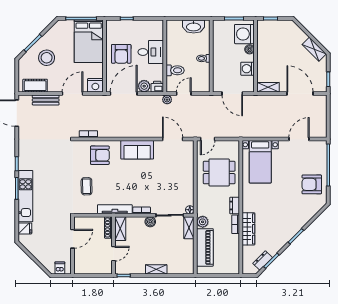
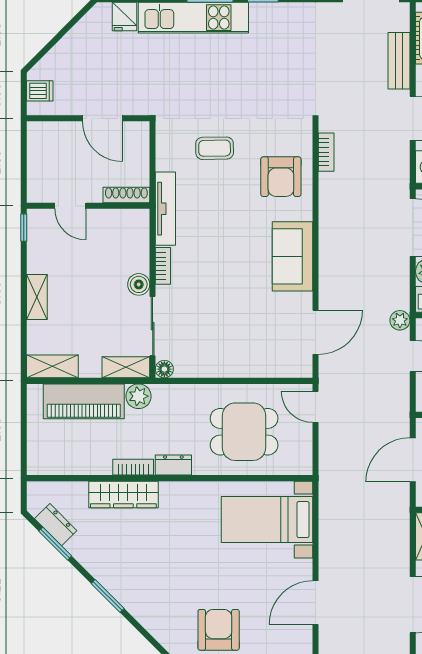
door: (299, 139) -> (315, 603), swing flipped
dining table: (219, 172) -> (244, 432), turned 90
shelving: (120, 229) -> (52, 366), moved

